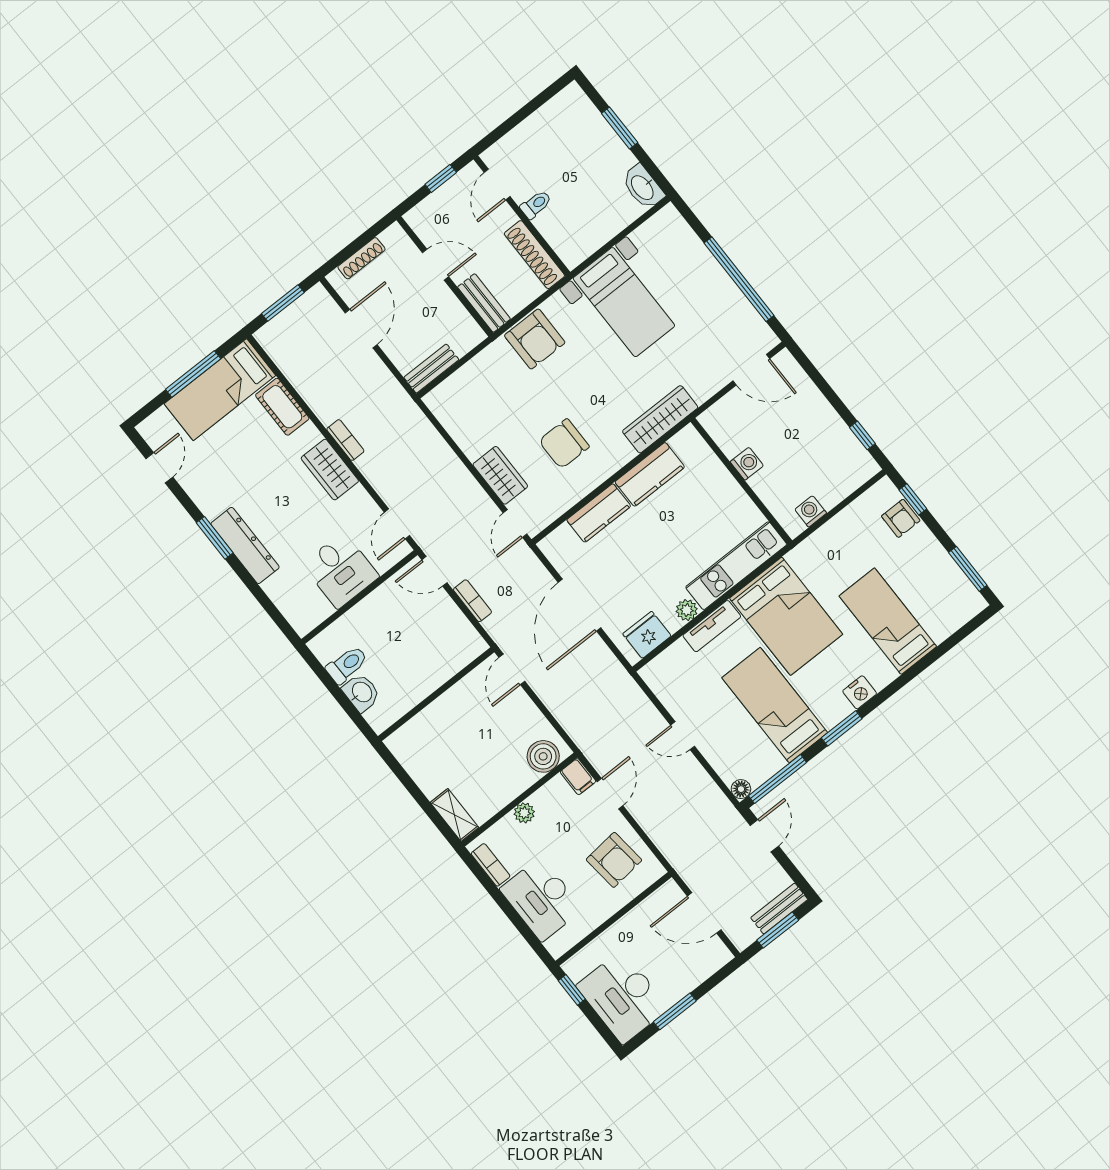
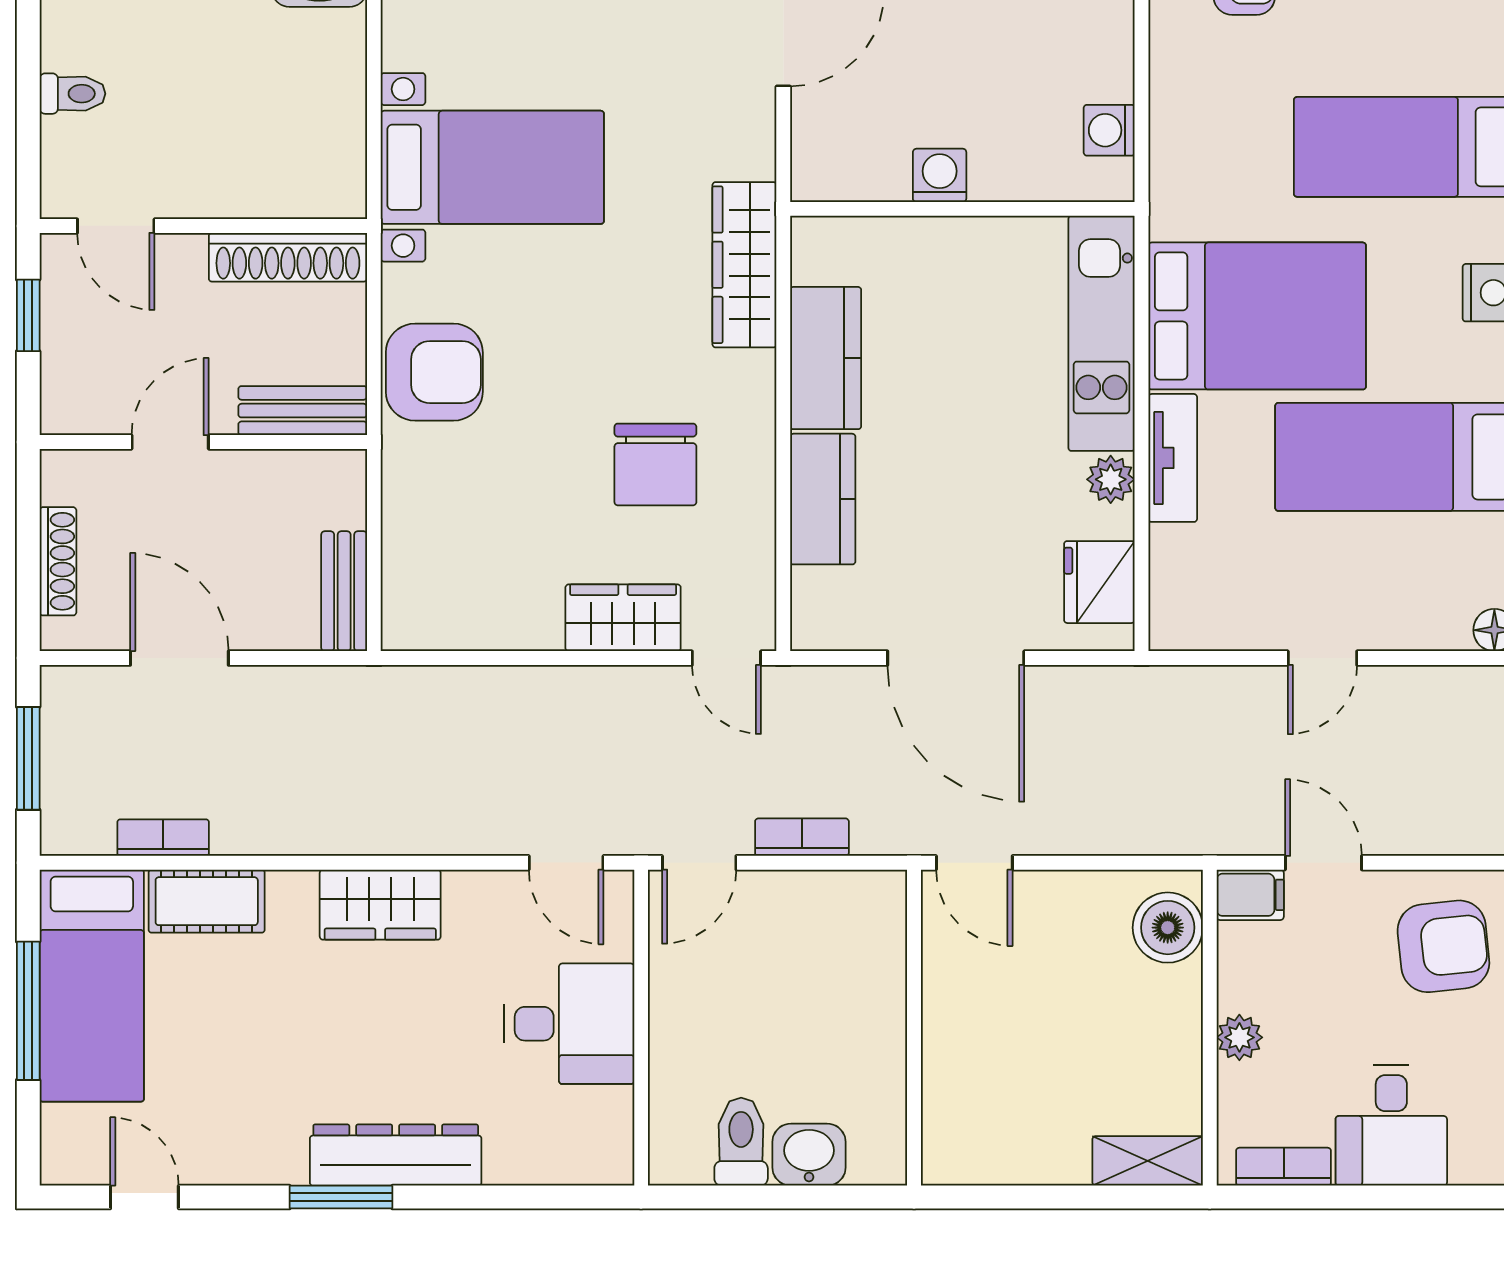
toilet: (536, 204) -> (72, 94), moved, turned 90
bookcase: (345, 440) -> (163, 838), moved
desk: (541, 899) -> (1391, 1126), width x0.73

